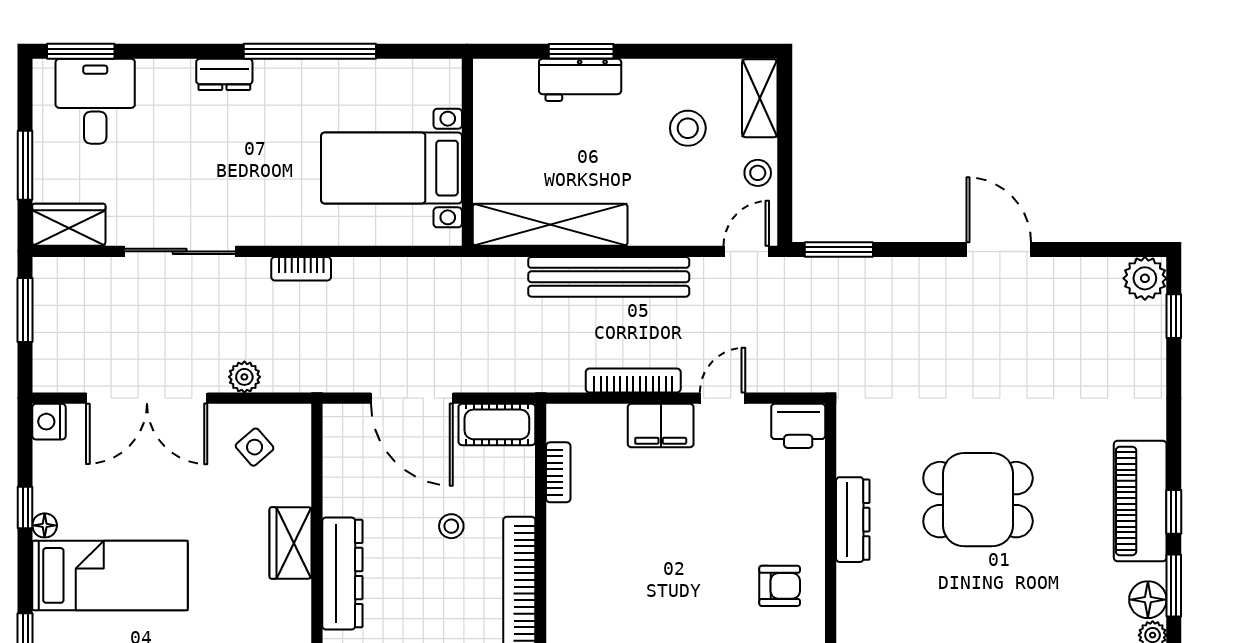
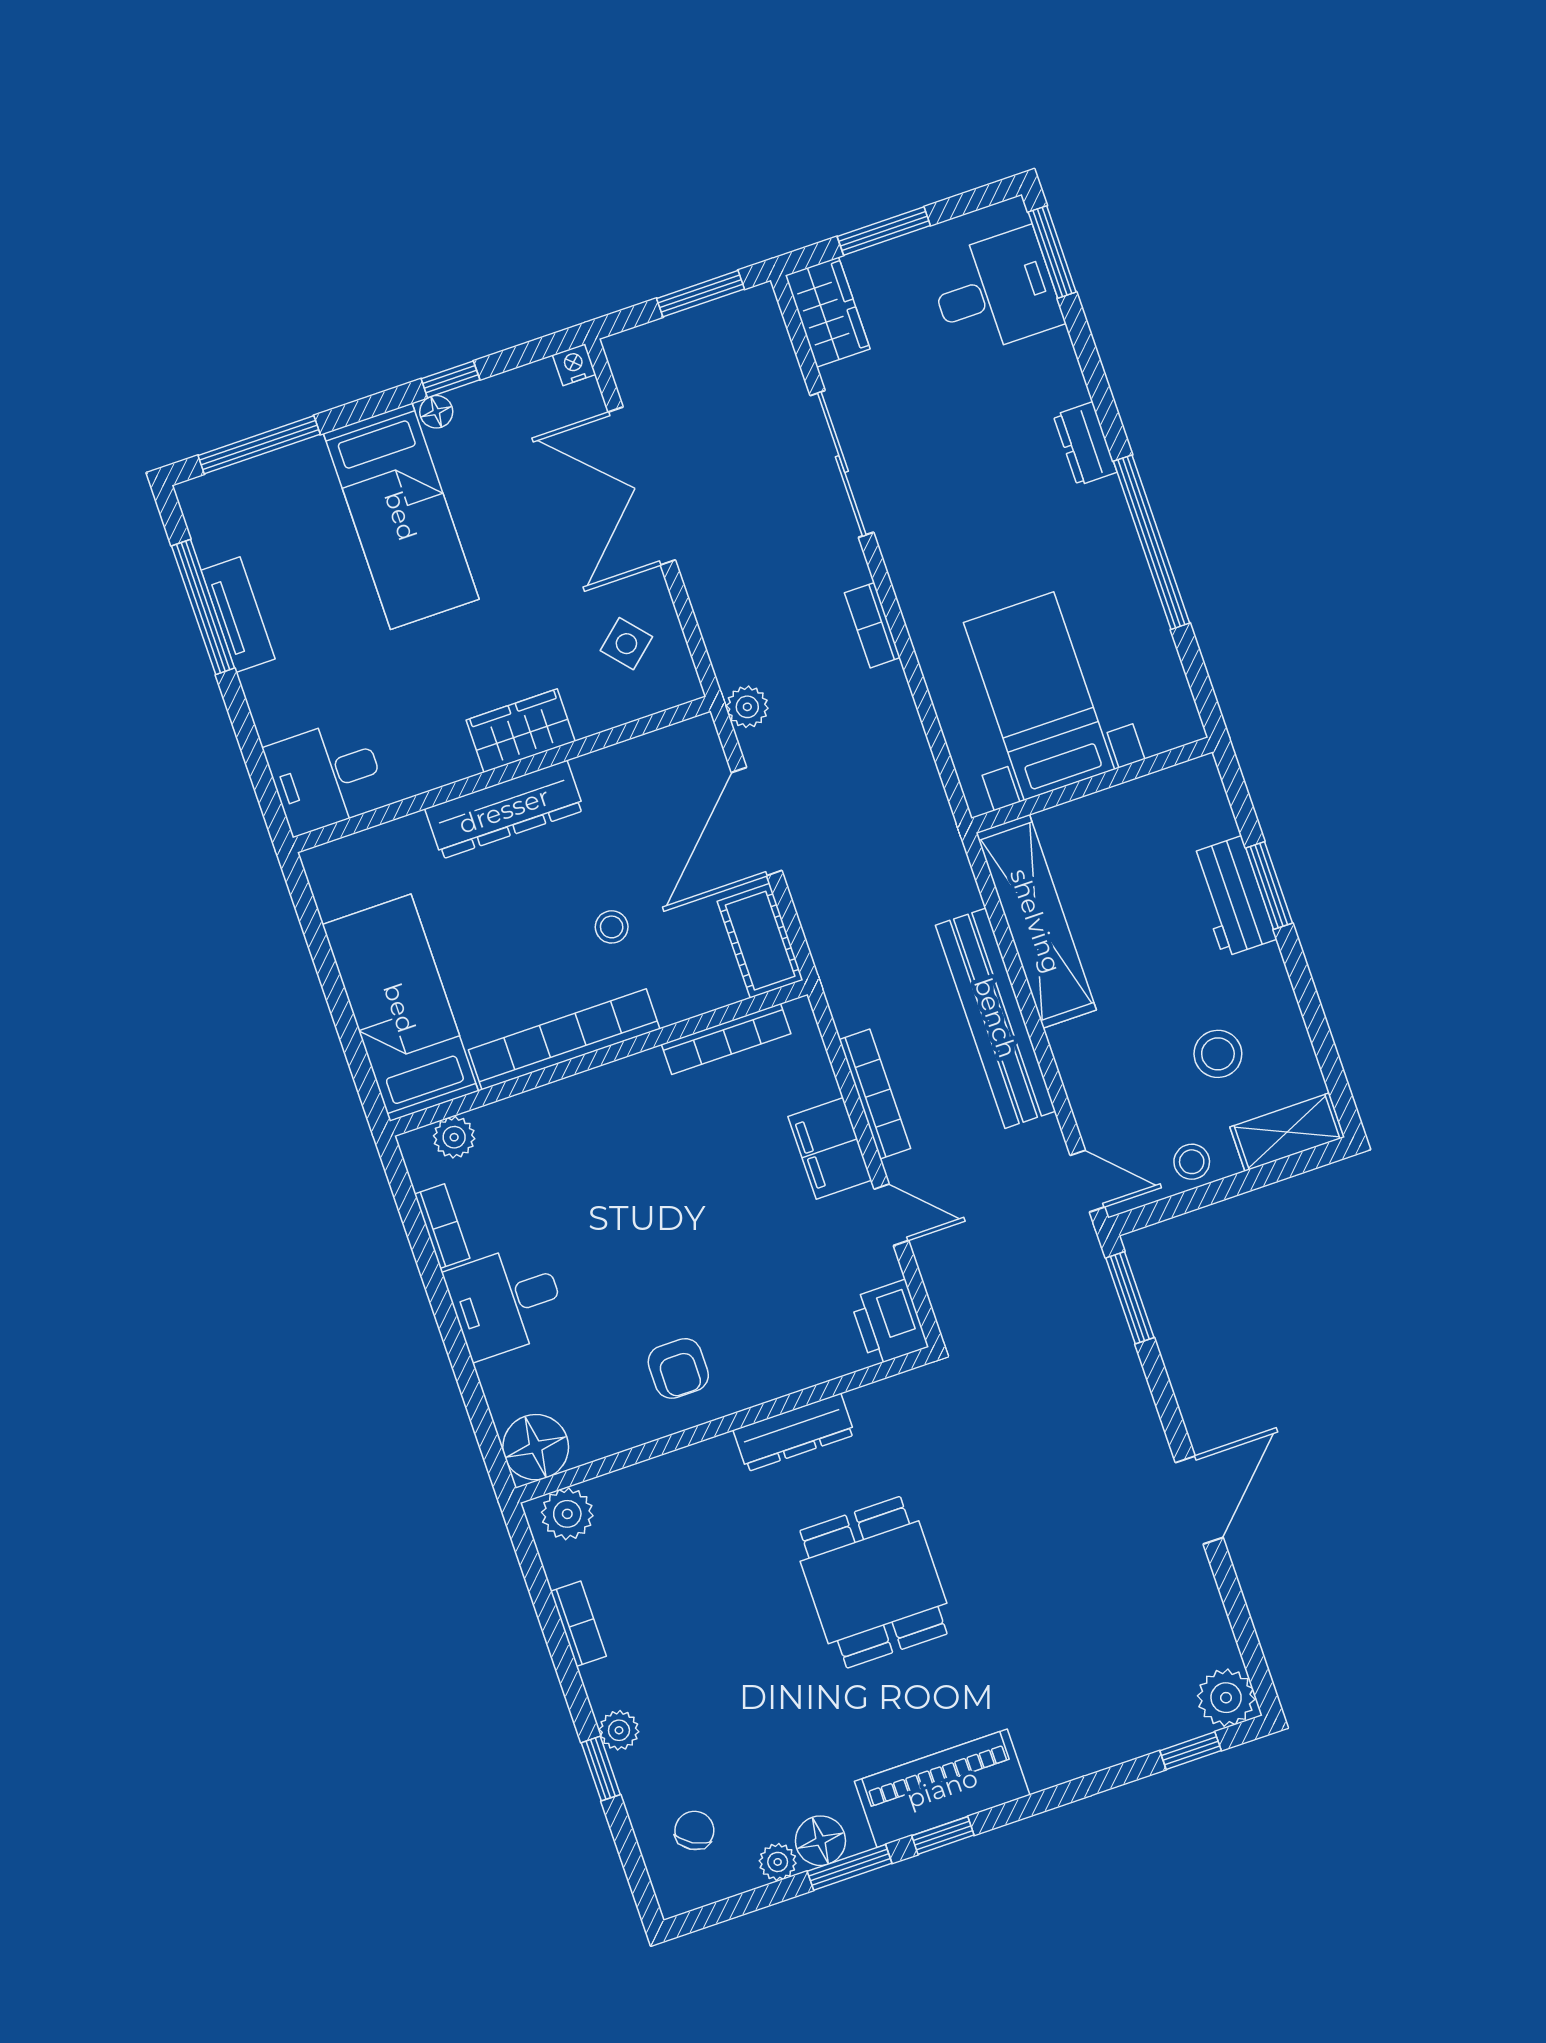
plant: (244, 377) -> (747, 707), moved
nightstand: (49, 422) -> (574, 365), width x0.72, depth x0.74
bookcase: (558, 472) -> (726, 1039), width x1.56

